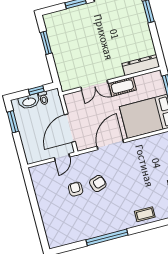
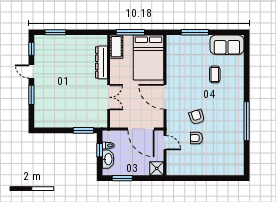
window: (46, 43) -> (83, 130), moved
dresser: (141, 65) -> (102, 62), moved
cot: (122, 87) -> (116, 47), moved
shower: (33, 156) -> (157, 168), added
coffee table: (145, 214) -> (215, 74), moved

